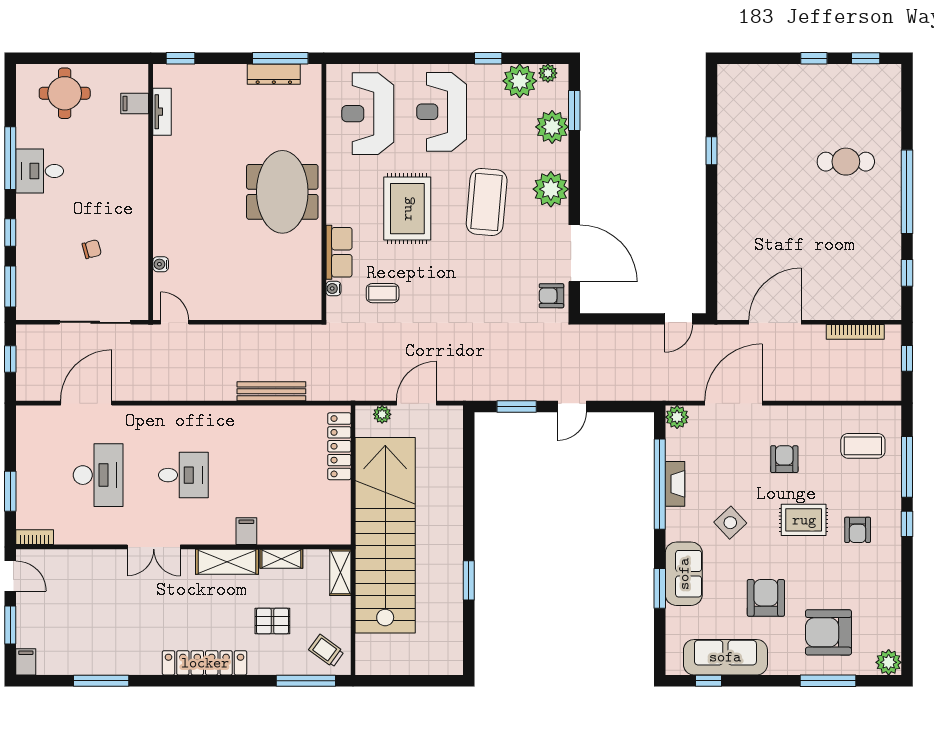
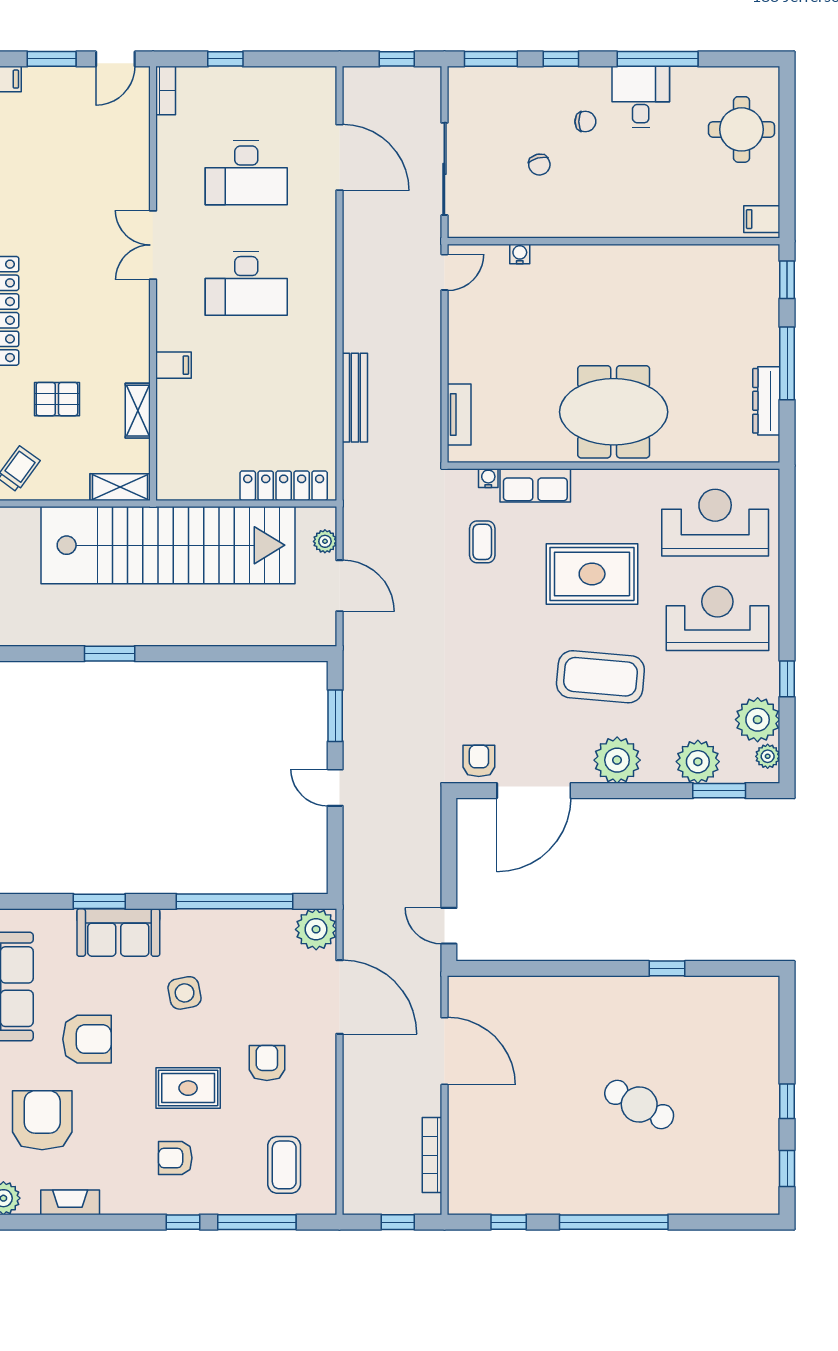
window: (280, 58) -> (787, 363), moved
filing cabinet: (135, 104) -> (762, 219), moved, turned -90
tv unit: (162, 112) -> (459, 415), moved, turned -90
cafe table: (846, 162) -> (639, 1104), moved, turned -62
chair: (59, 214) -> (585, 122), added
plant: (677, 417) -> (316, 929), width x1.36, depth x1.36
armchair: (784, 459) -> (267, 1063), turned -90
desk: (183, 475) -> (246, 283), width x1.37
fireplace: (675, 484) -> (70, 1202), moved, turned 180
window: (10, 491) -> (225, 59), width x0.67
rug: (804, 520) -> (188, 1088), turned 90
side table: (730, 523) -> (185, 993), turned 32
shelving: (227, 562) -> (134, 340), removed
pallet: (272, 621) -> (57, 399), turned 90

